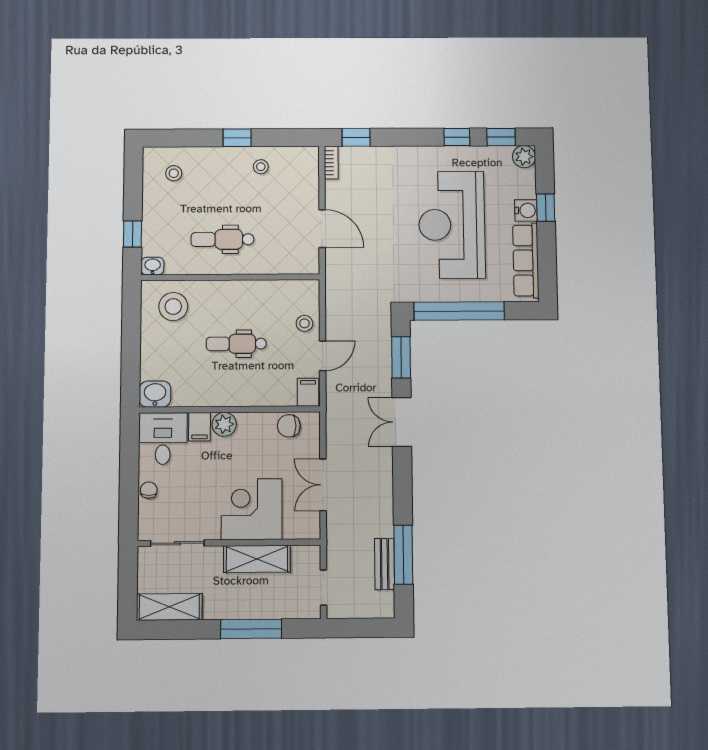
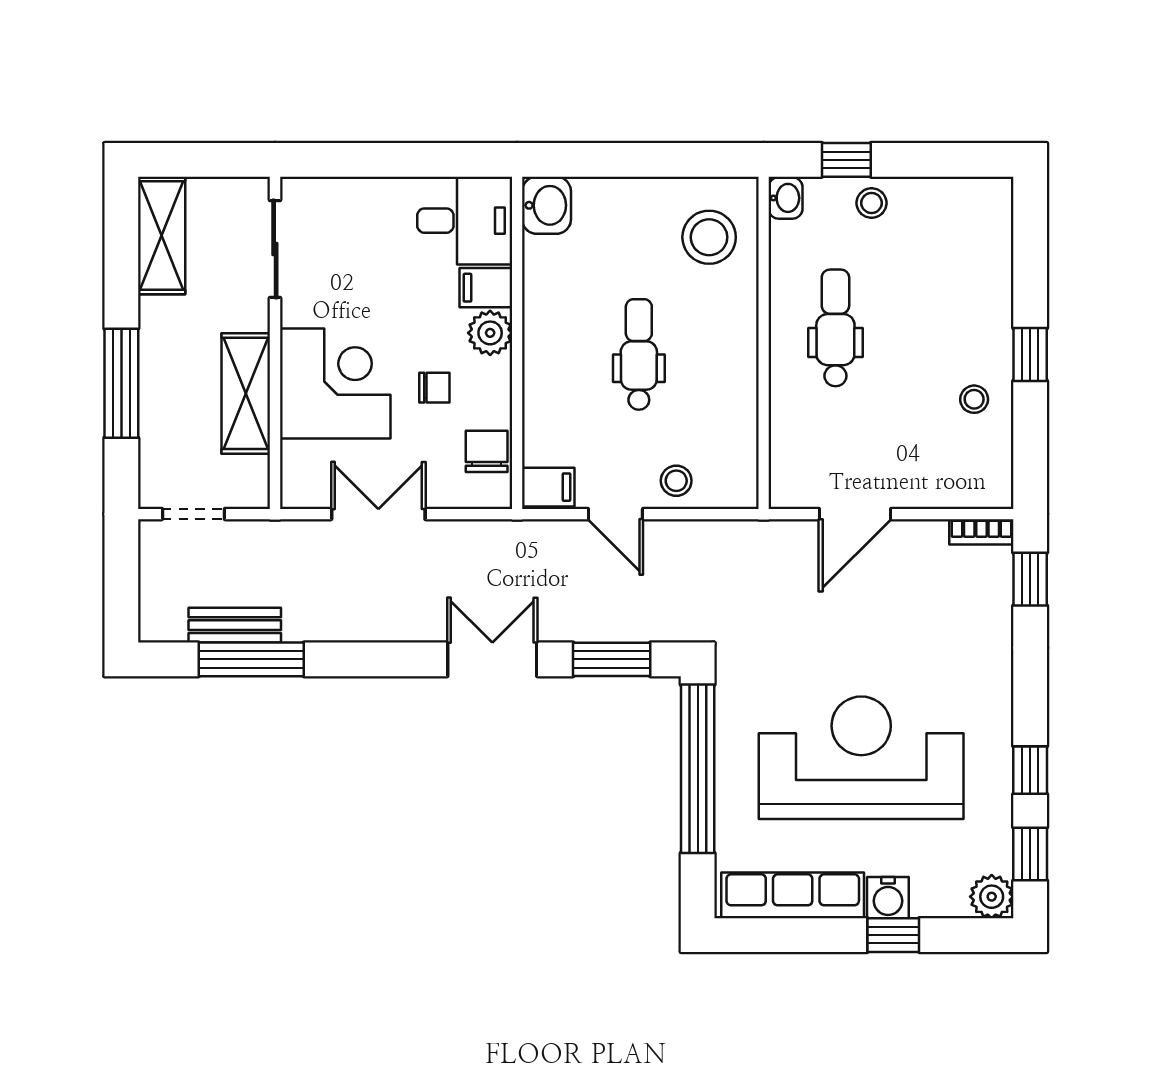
stool: (174, 173) -> (872, 203), moved
chair: (149, 490) -> (434, 388), moved

